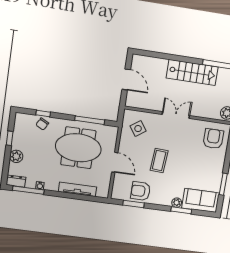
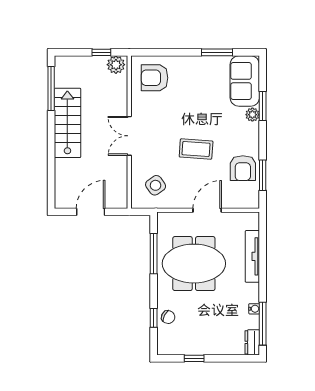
meeting table: (78, 148) -> (194, 264), turned 90
plant: (16, 156) -> (218, 346), removed

